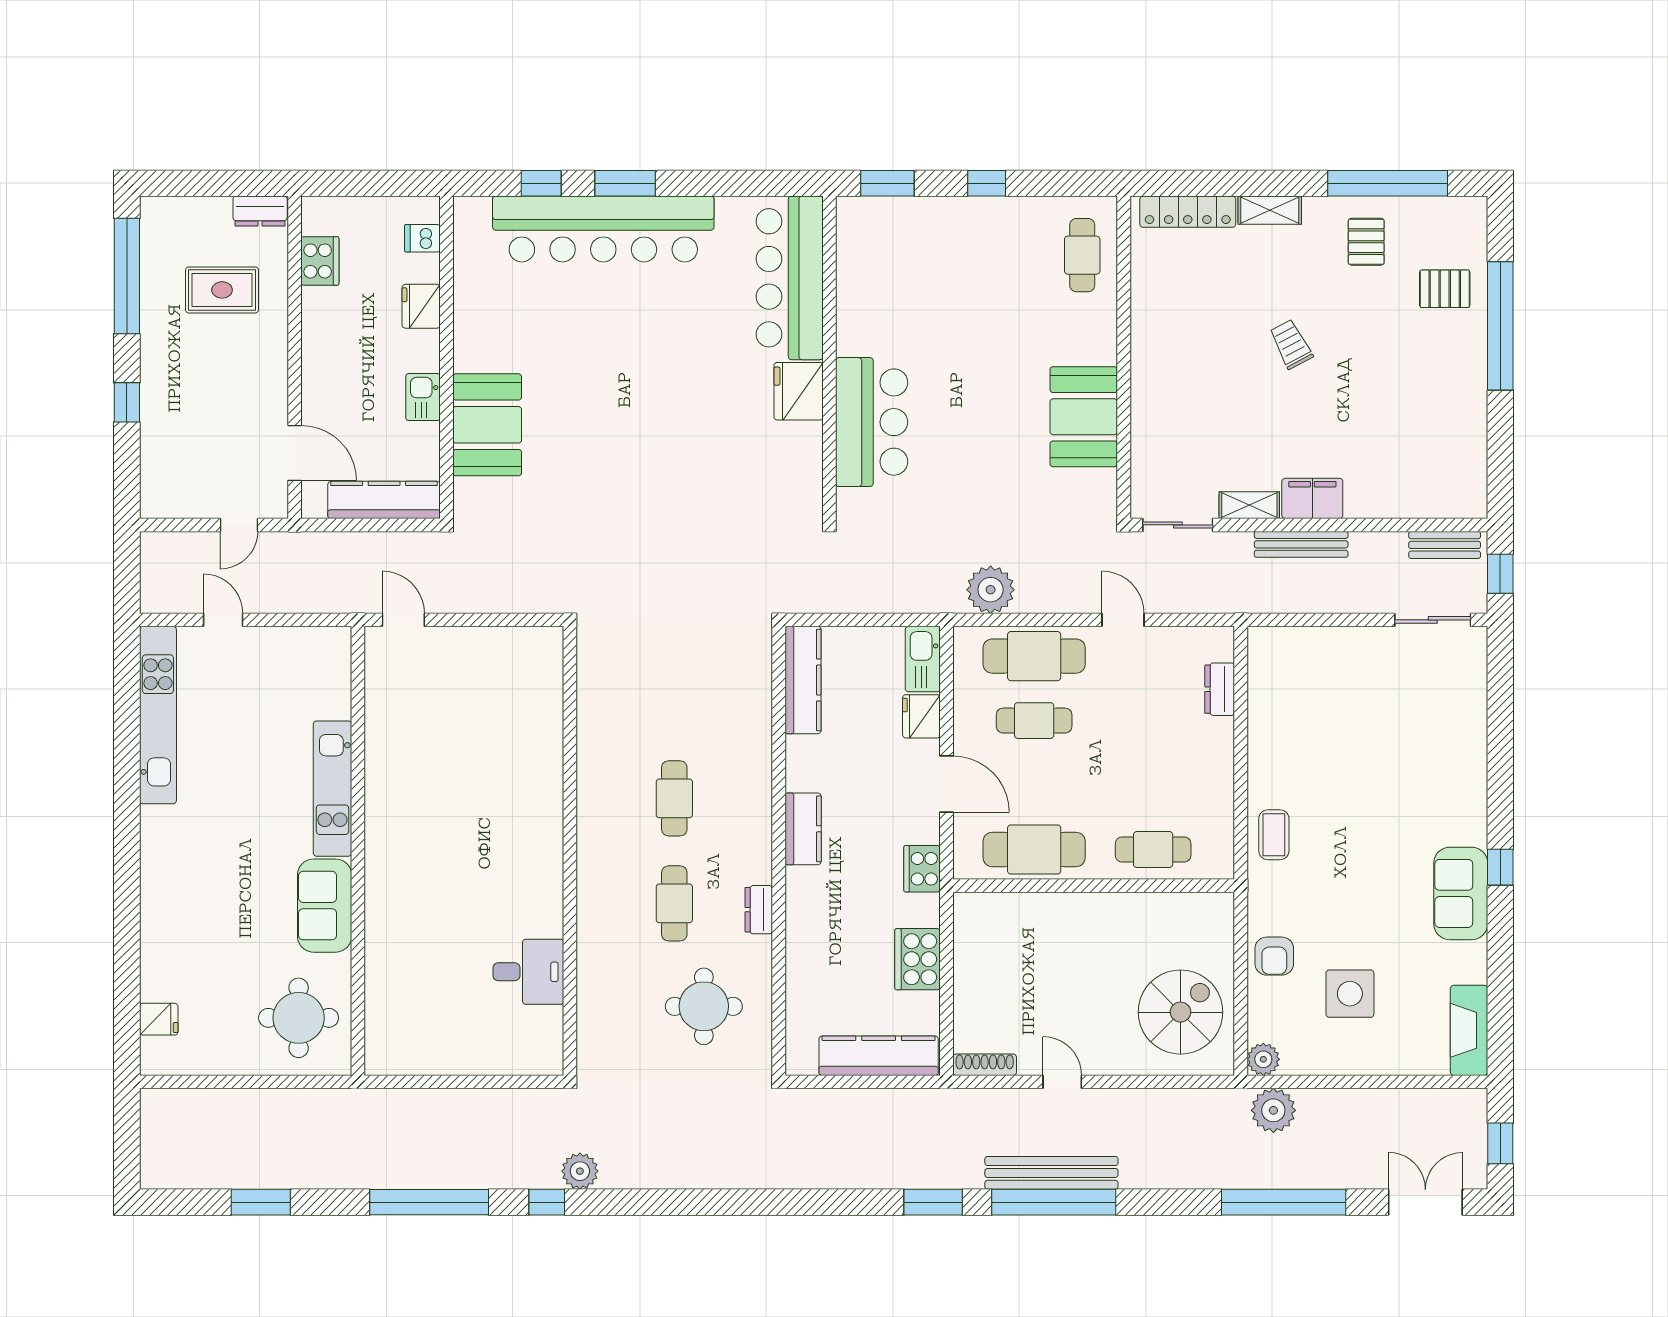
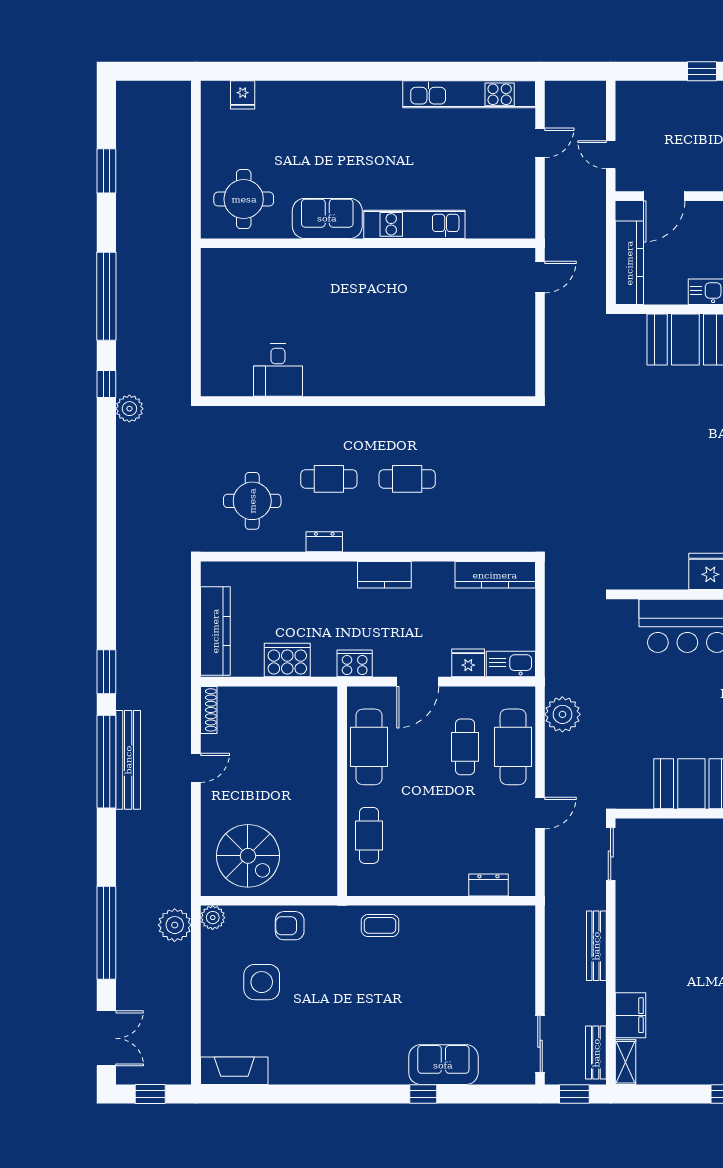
filing cabinet: (1312, 498) -> (631, 1015), moved
shelving: (1249, 505) -> (626, 1062), moved
window: (1500, 867) -> (423, 1094), moved
sofa: (1461, 893) -> (443, 1065), moved

